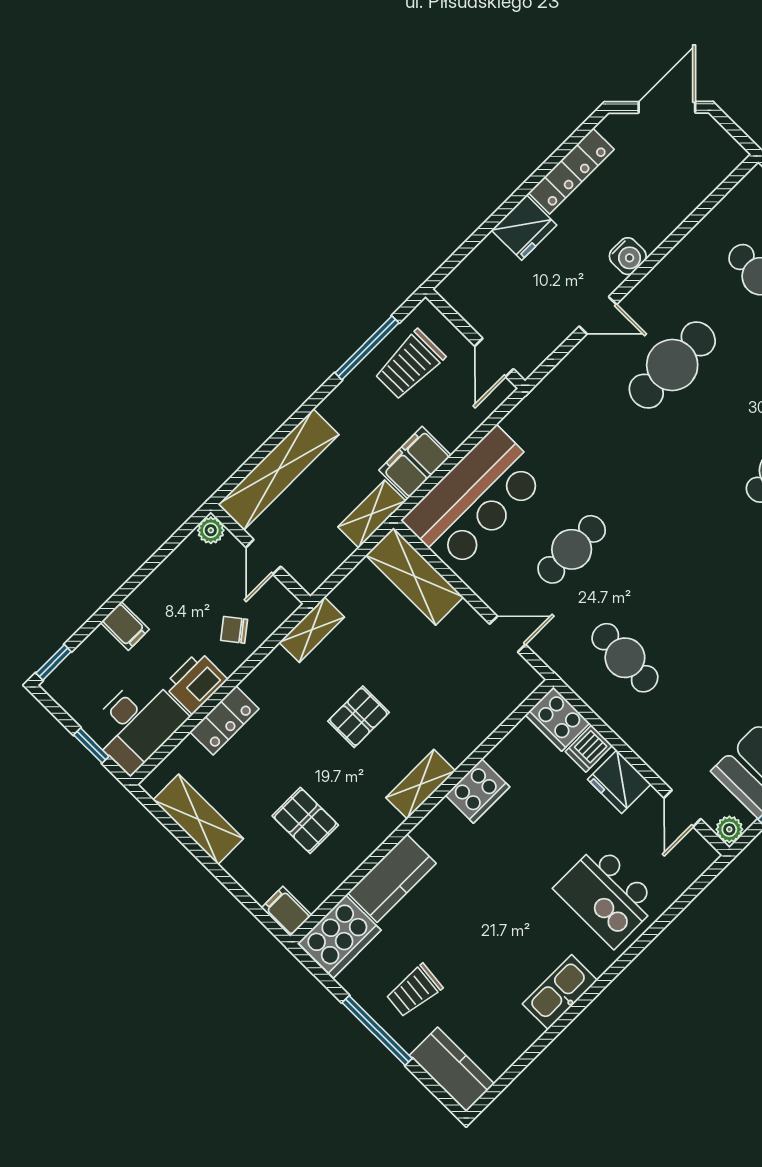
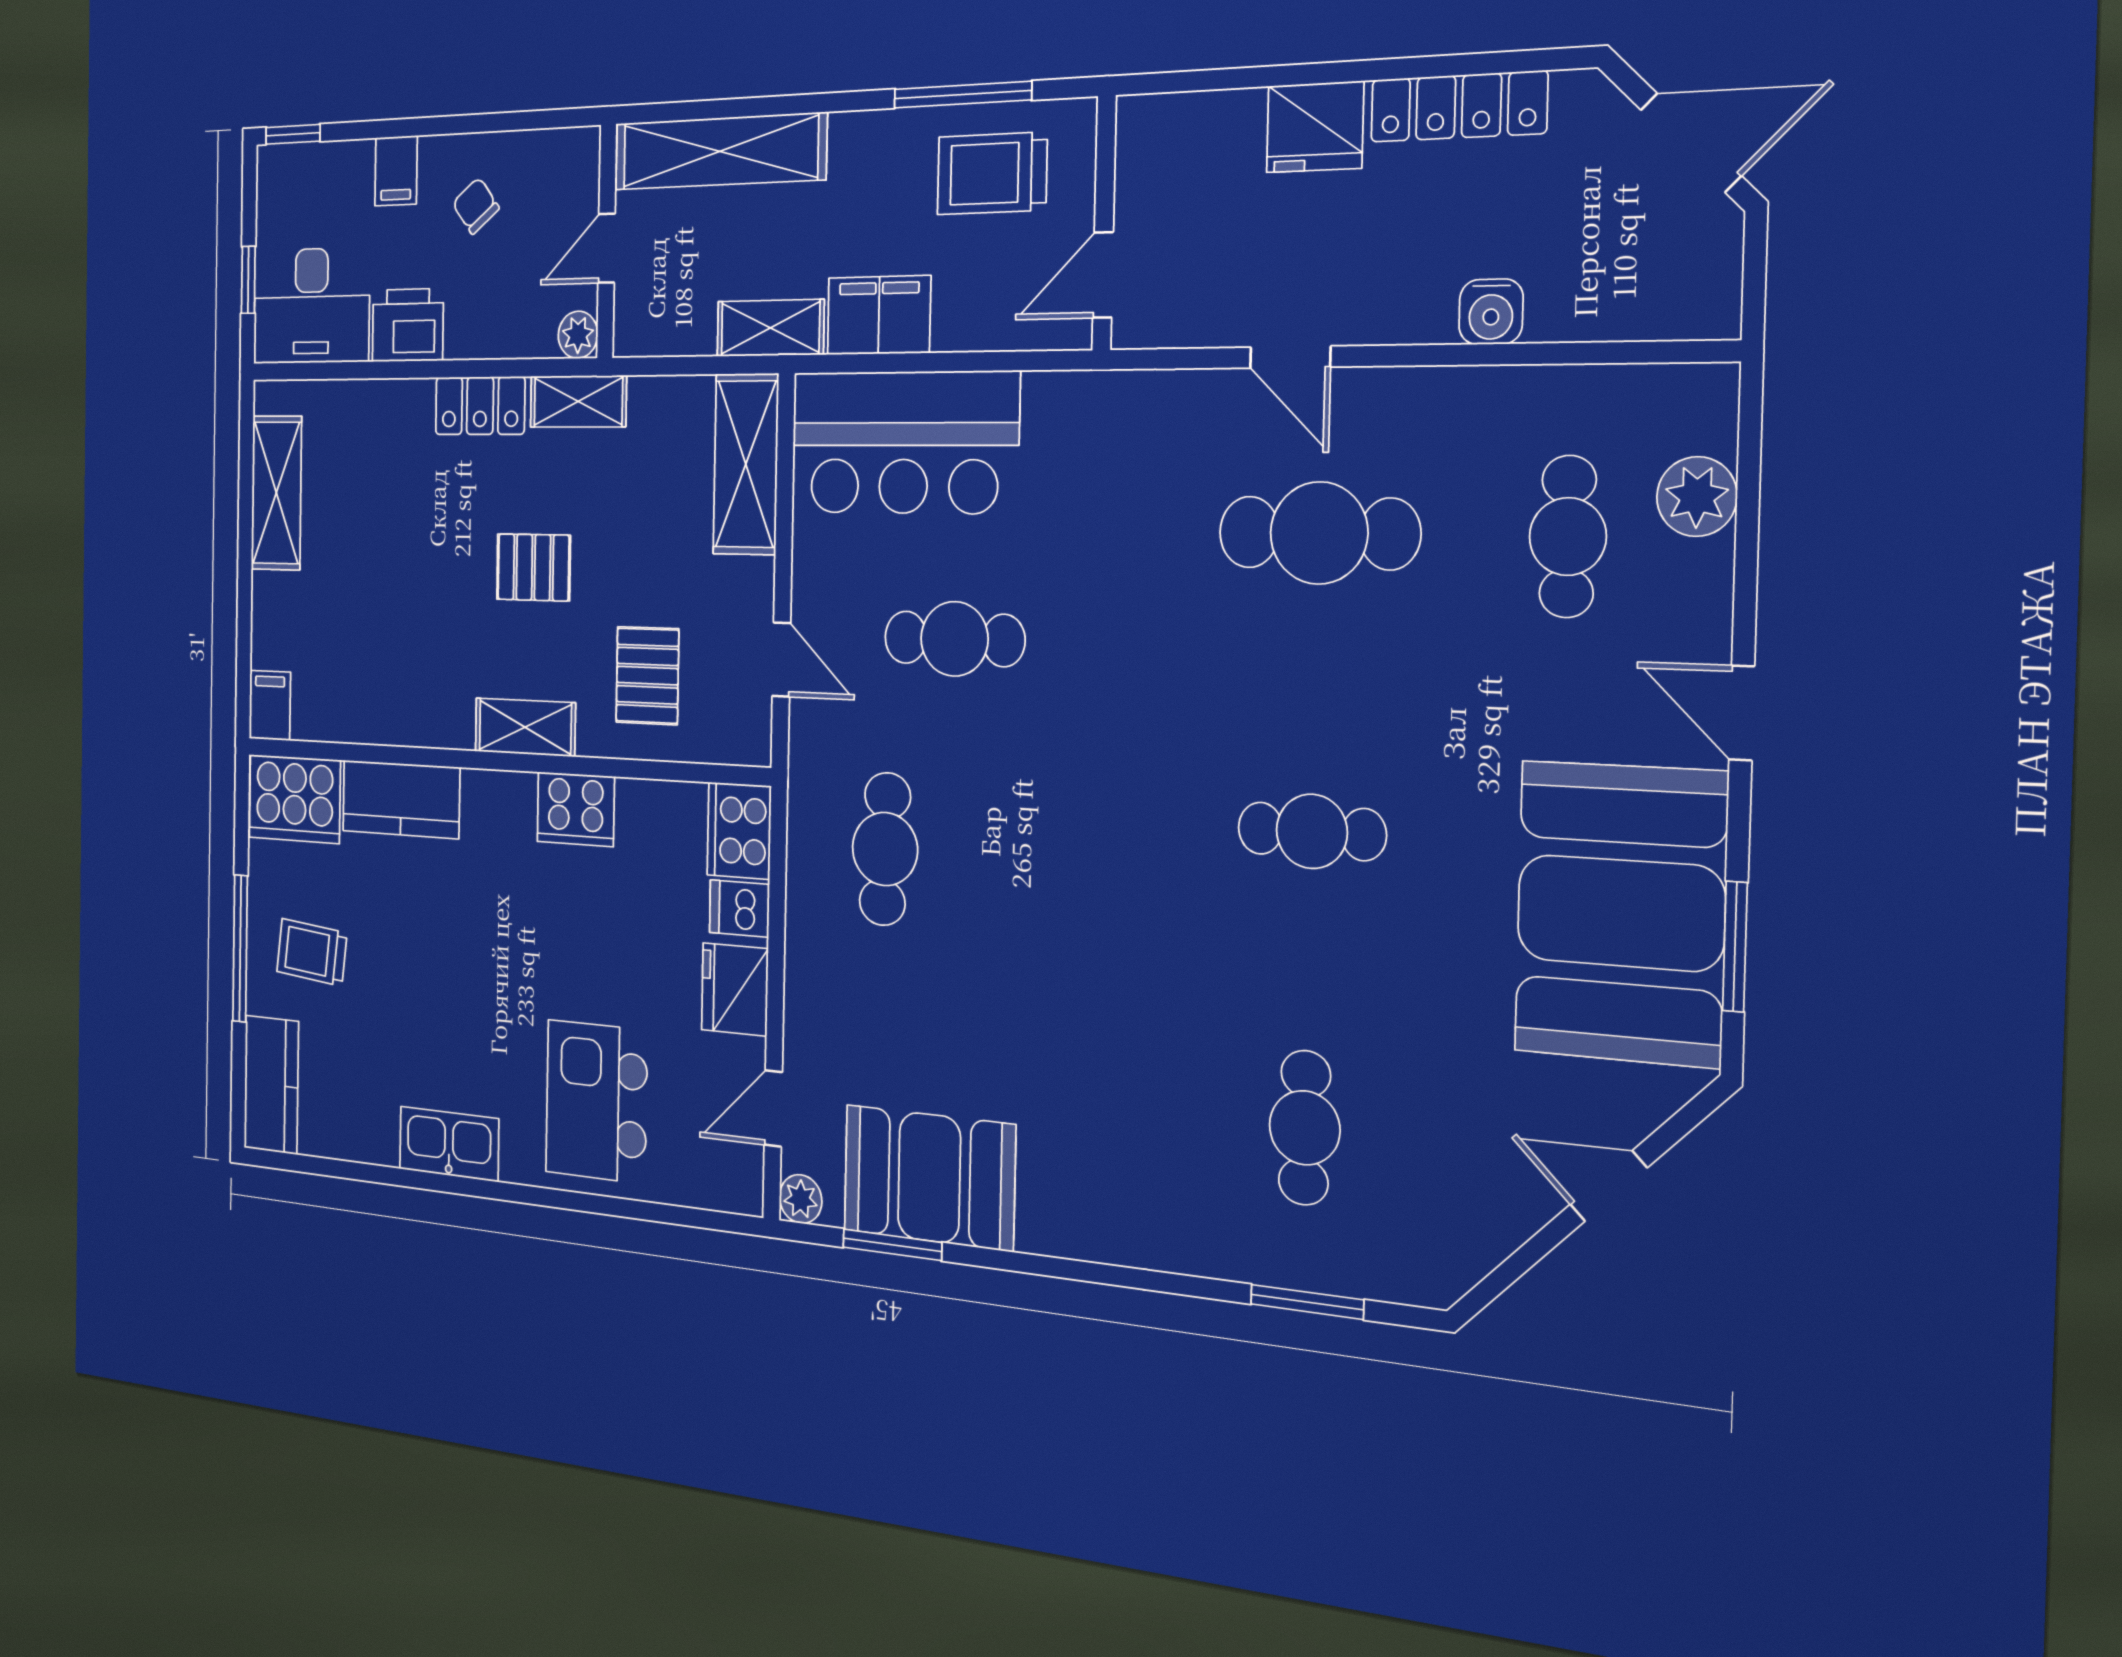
water cooler: (628, 256) -> (1491, 312), moved
plant: (211, 530) -> (578, 335), moved
chair: (234, 630) -> (476, 206), moved
locker: (224, 720) -> (480, 406), moved
pallet: (305, 820) -> (647, 676), moved

